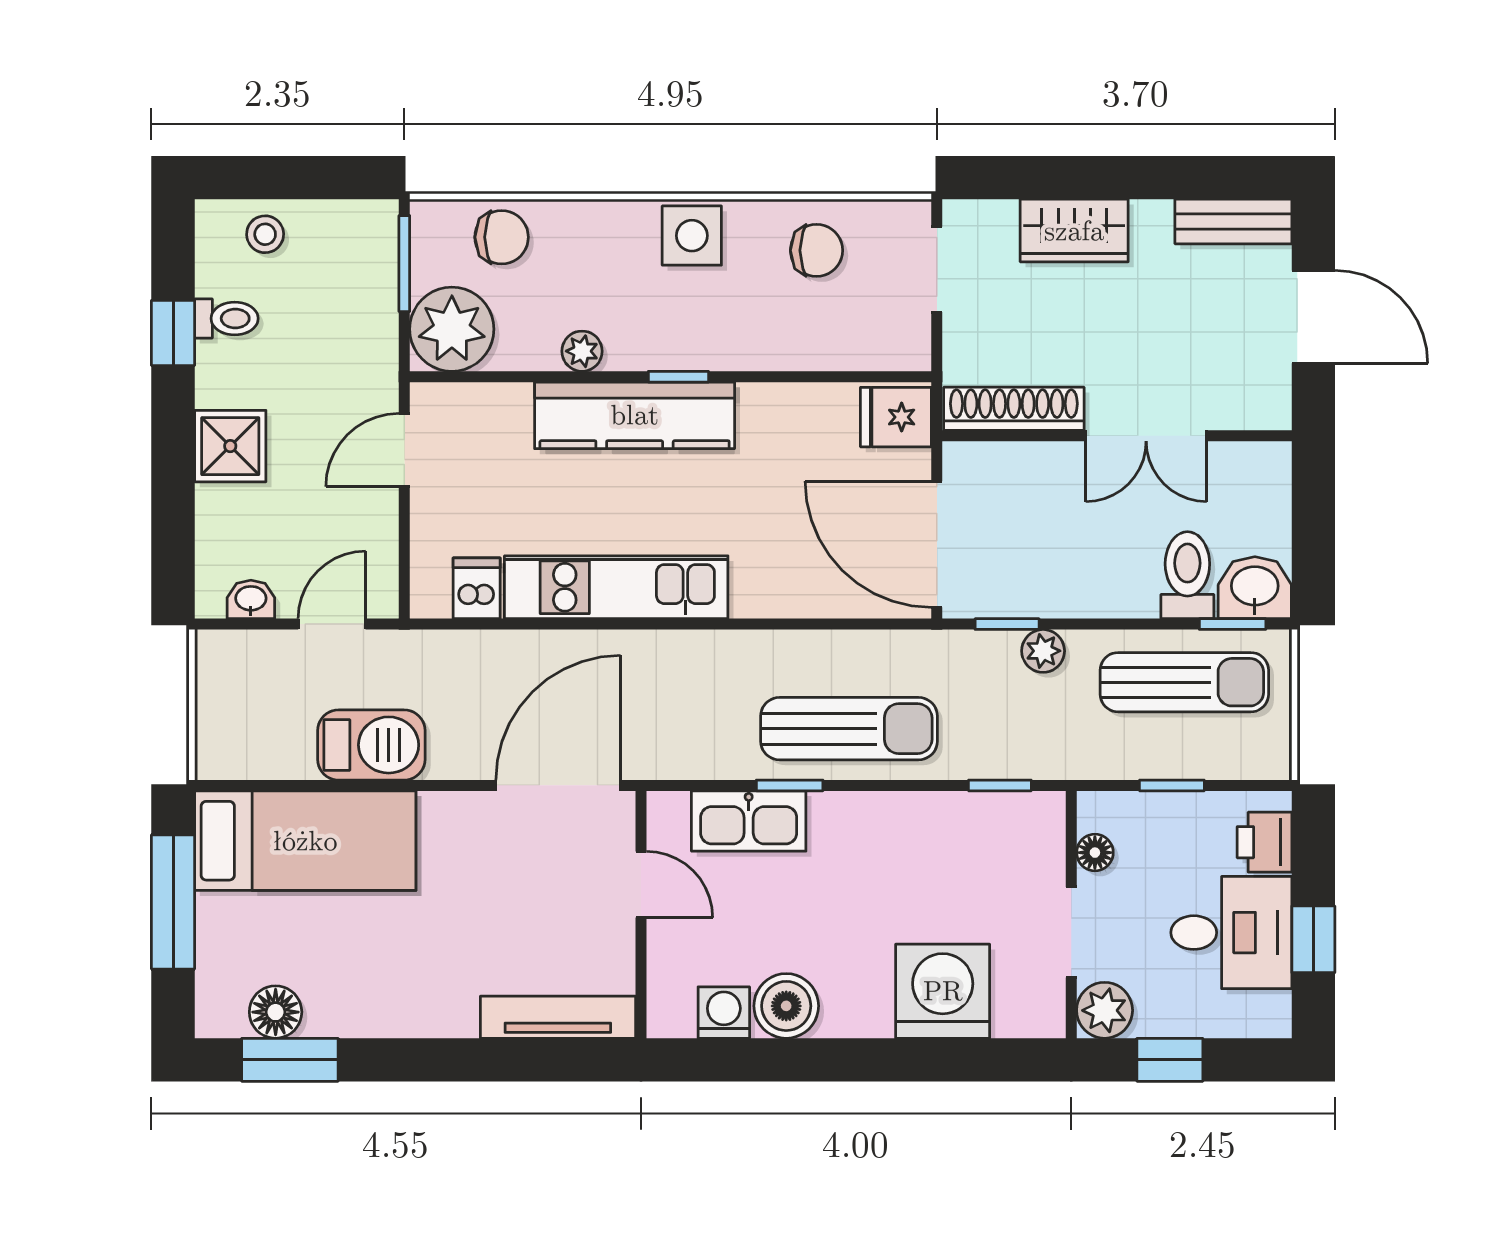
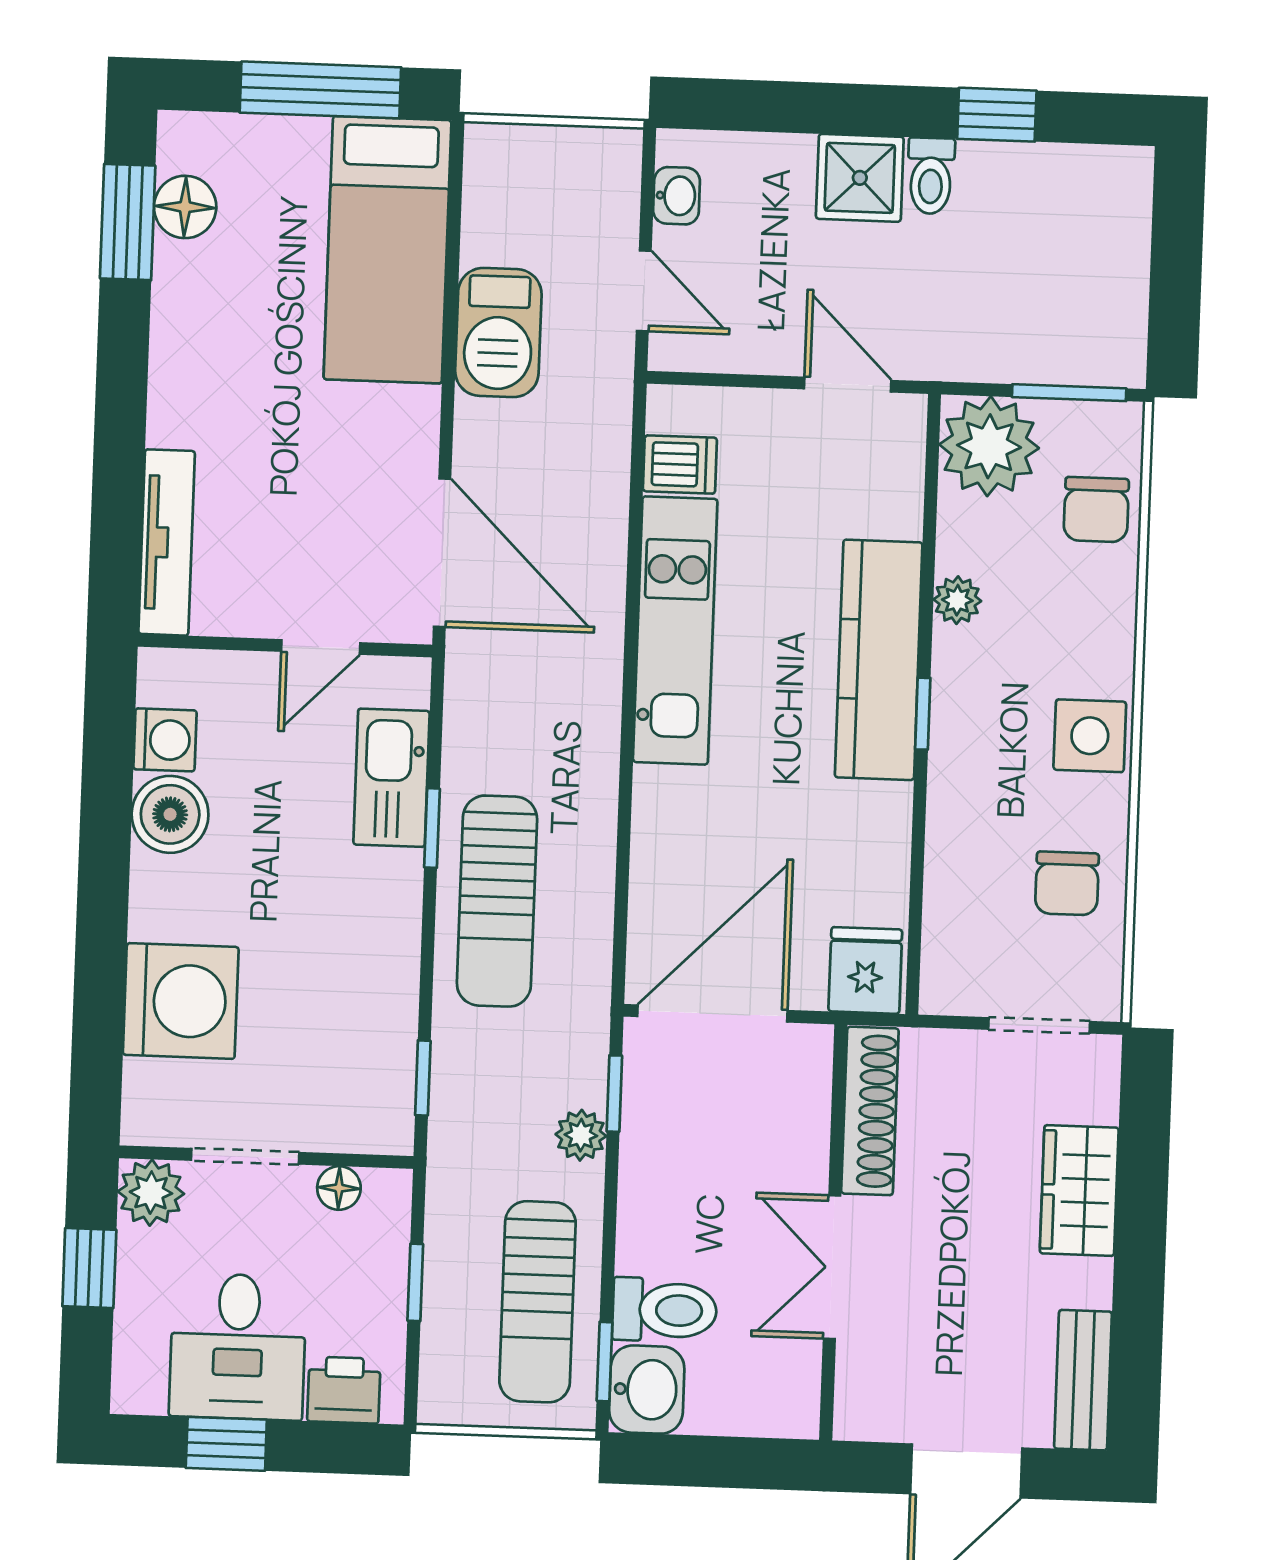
stool: (265, 234) -> (1110, 229), removed
toilet: (226, 318) -> (931, 176), moved

